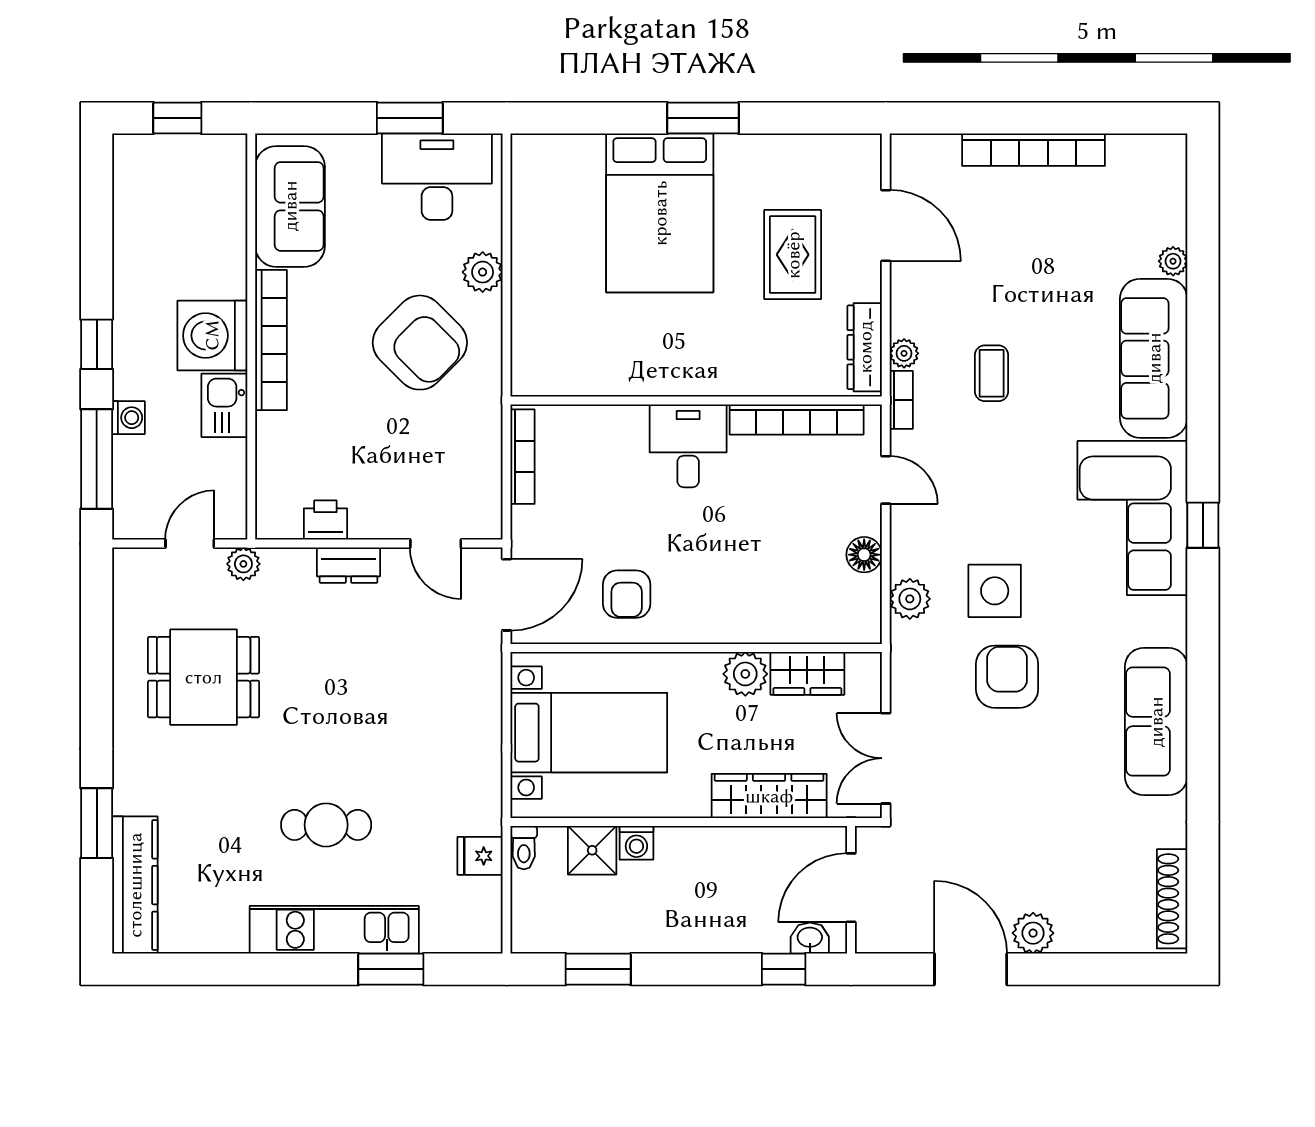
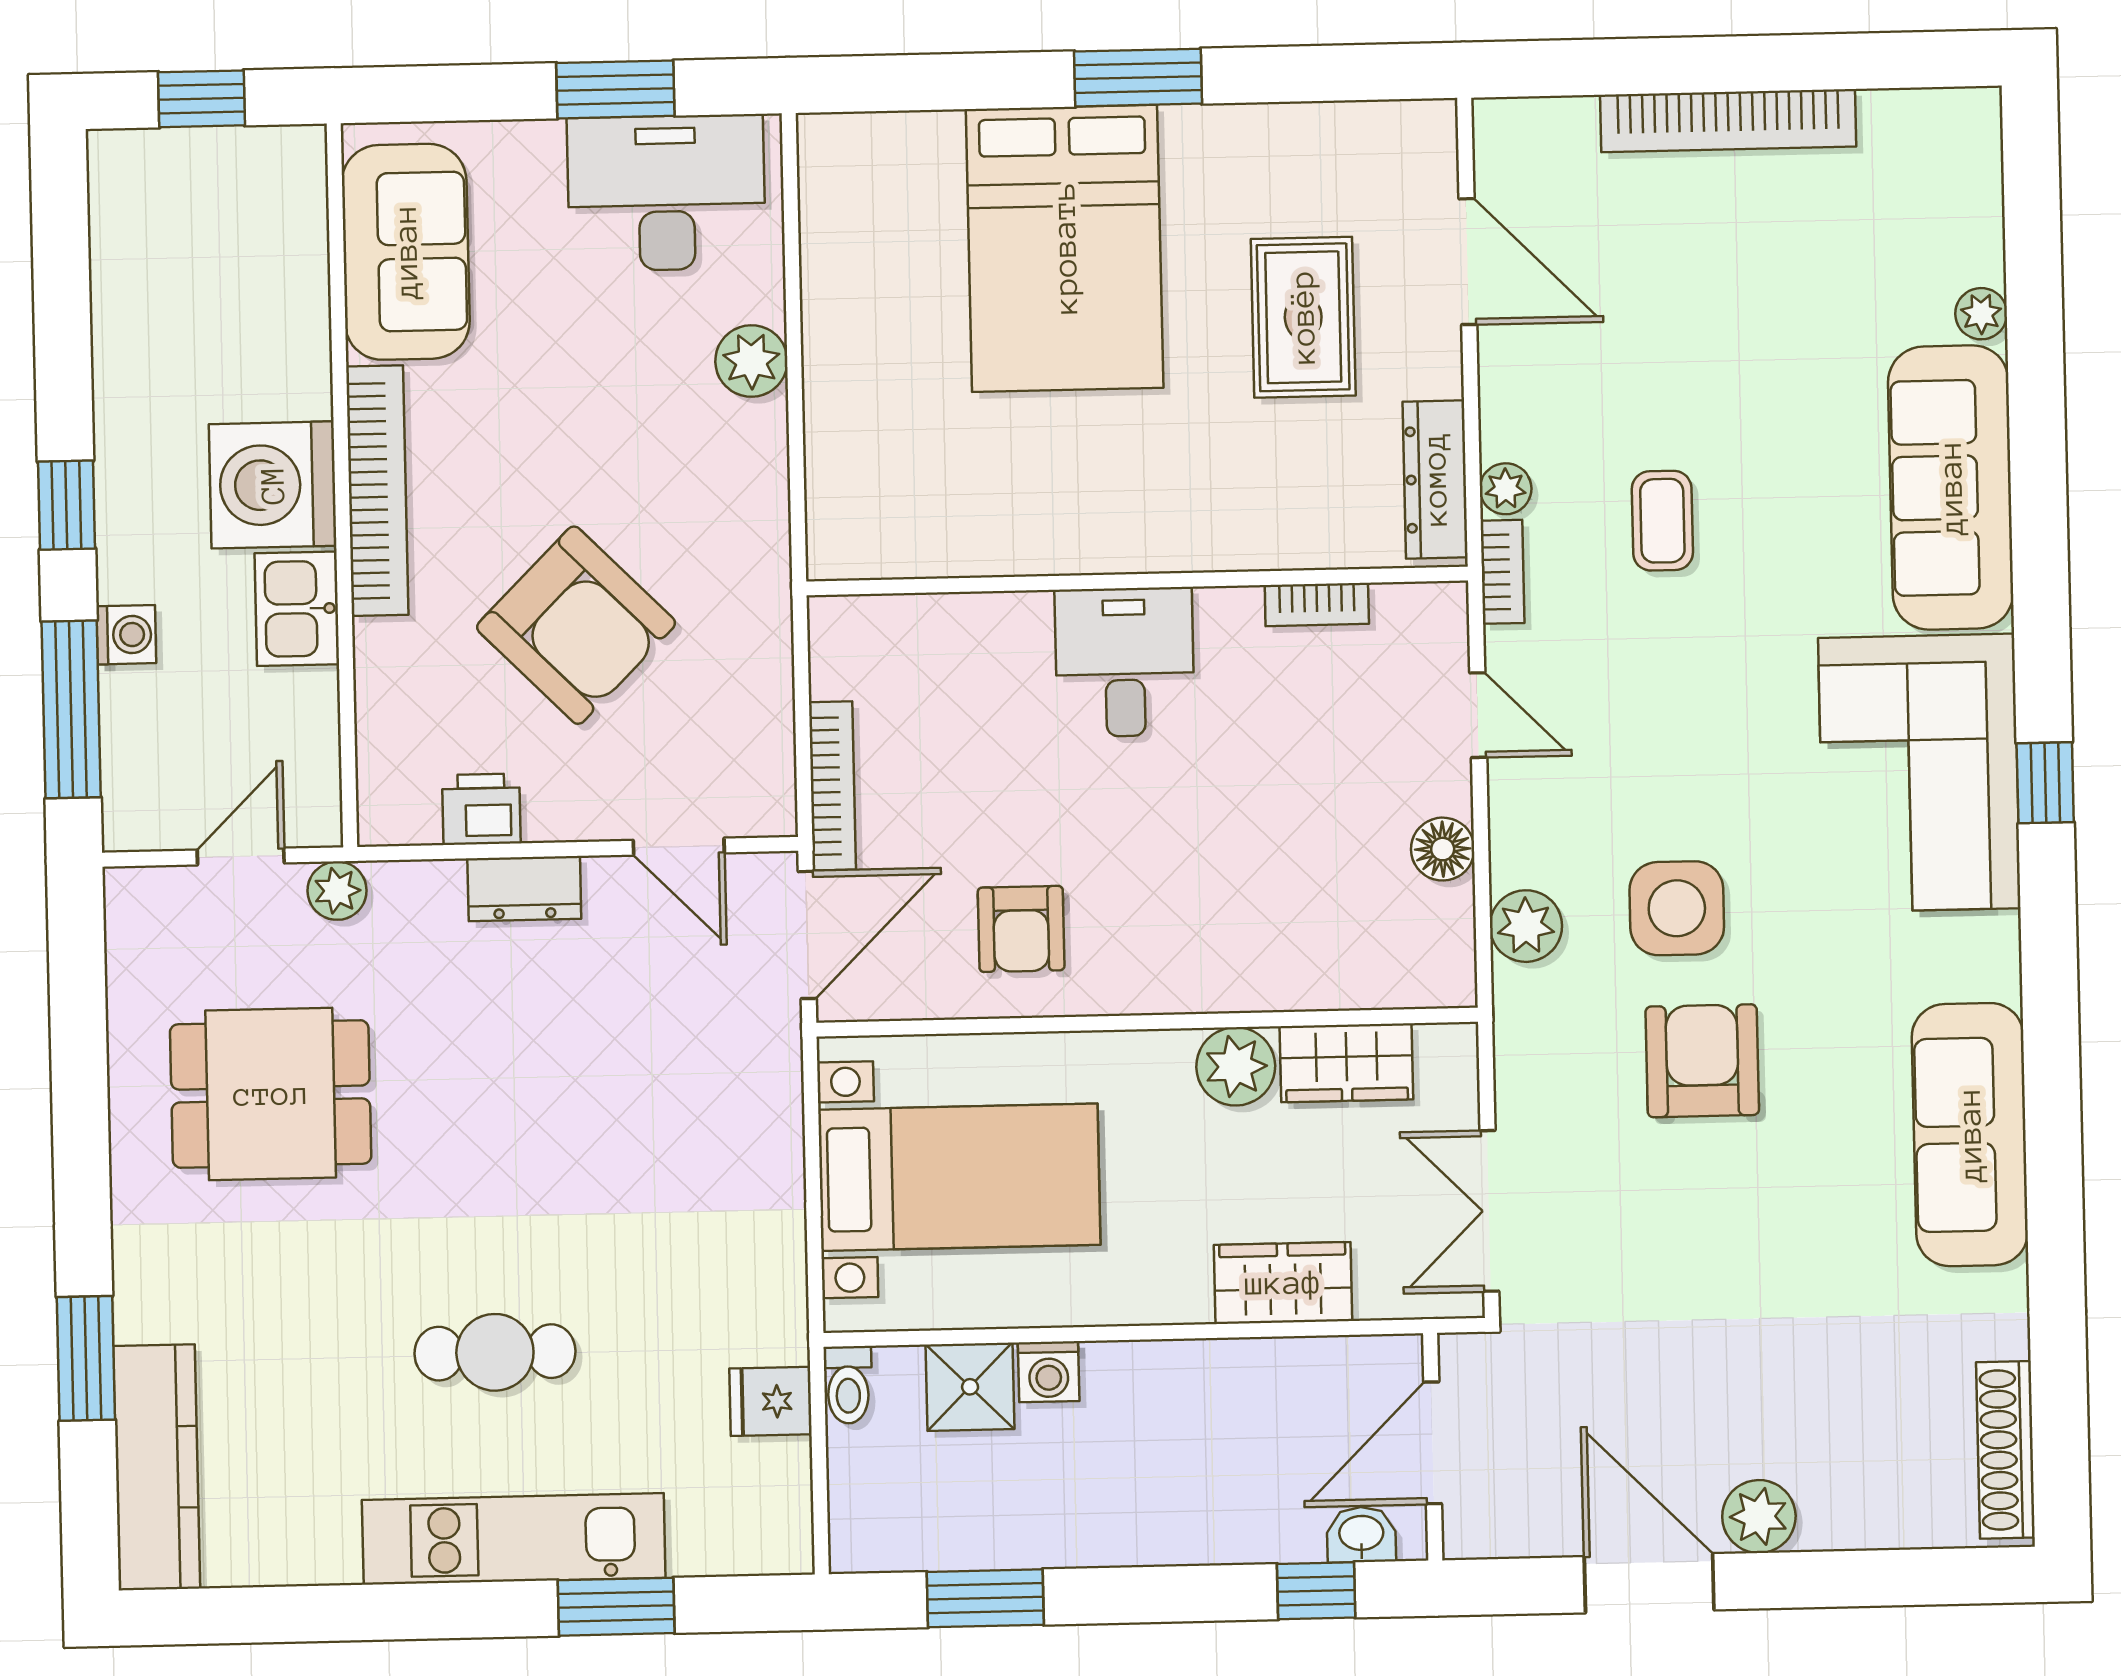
armchair: (420, 343) -> (576, 625), moved
bookcase: (797, 419) -> (1317, 604), width x0.43, depth x0.76
bookcase: (523, 457) -> (832, 786), moved
wardrobe: (769, 796) -> (1283, 1283), width x0.67

